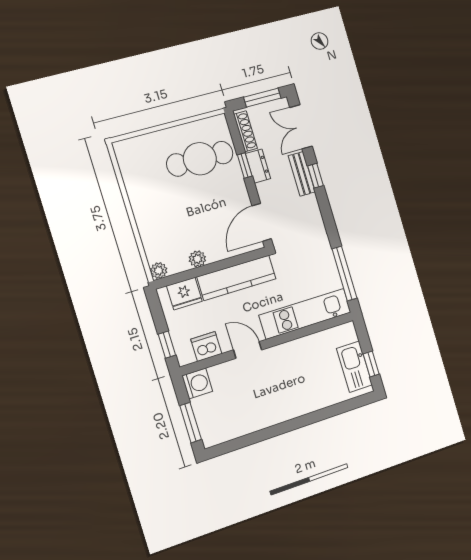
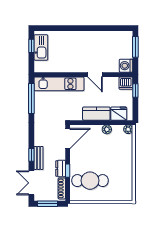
double door: (301, 127) -> (31, 183), swing flipped
kitchen counter: (237, 278) -> (96, 114), width x0.67
dishwasher: (206, 346) -> (126, 83), moved

